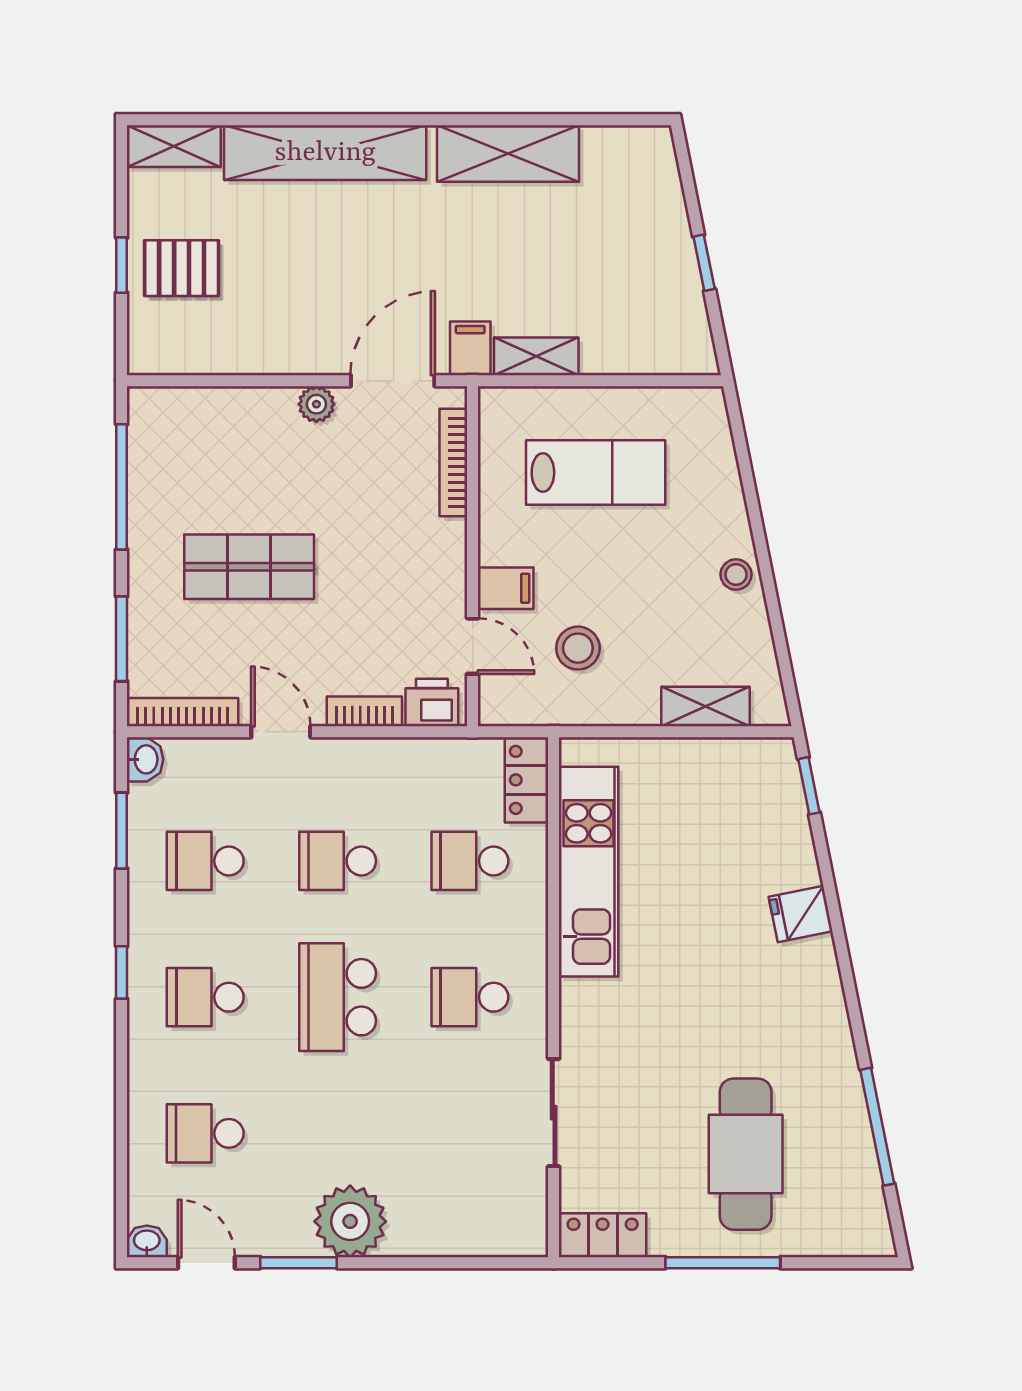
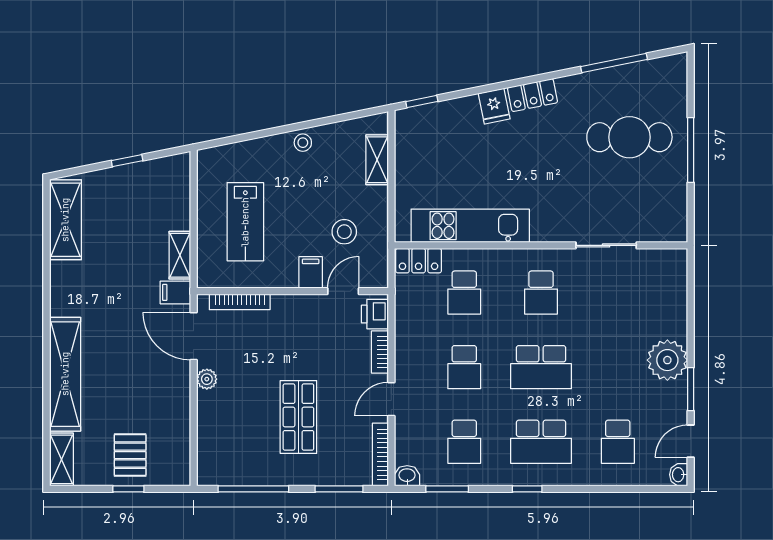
shelving: (508, 153) -> (65, 220), moved
lab bench: (596, 473) -> (245, 222), turned 180
school desk: (205, 997) -> (541, 442), width x1.85
locker: (603, 1235) -> (533, 95), moved, turned -101

